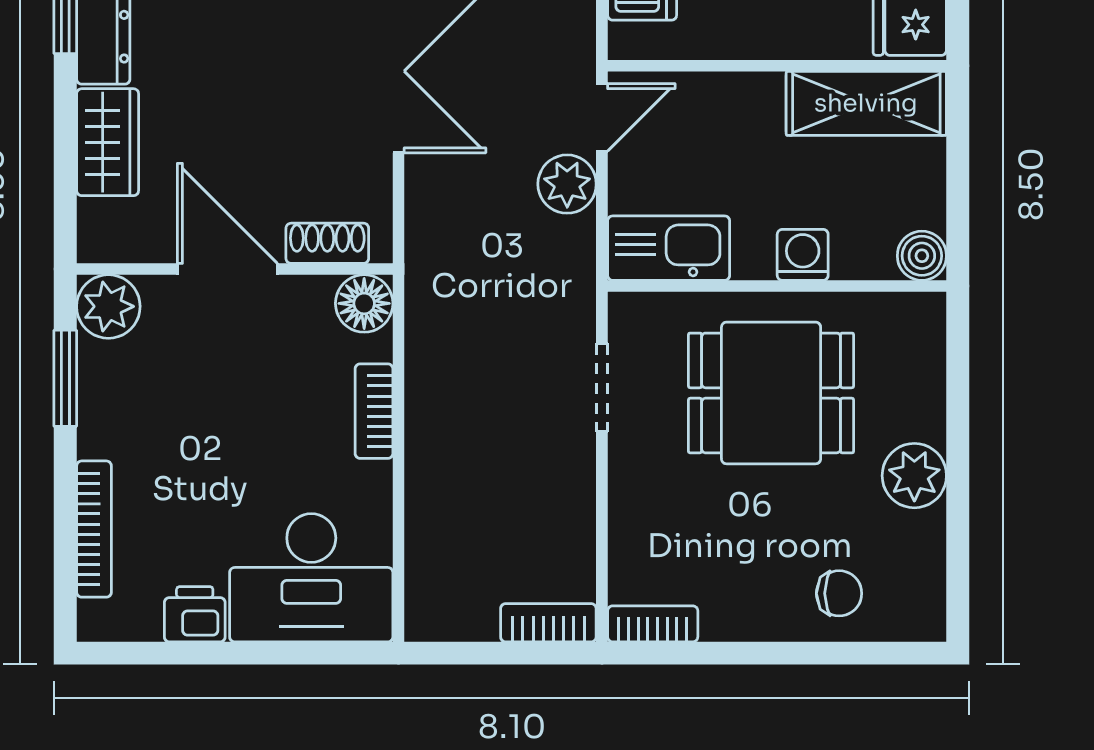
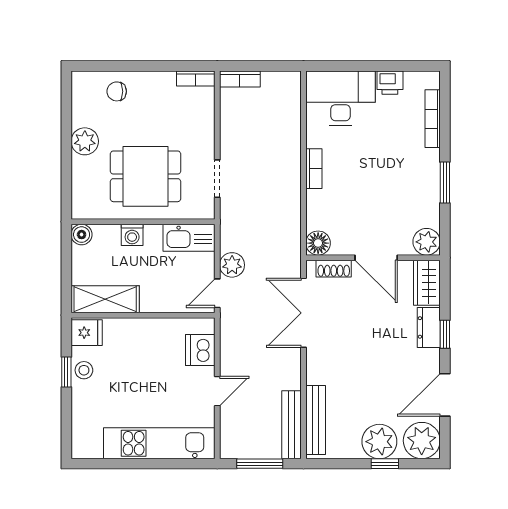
shoe rack: (327, 243) -> (334, 269), moved
door: (227, 269) -> (376, 258), moved
wall: (235, 269) -> (373, 258), moved
floor lamp: (364, 303) -> (318, 243), moved
plant: (108, 306) -> (427, 242), moved

